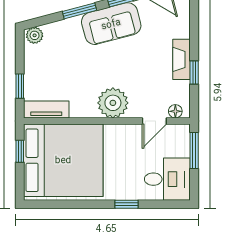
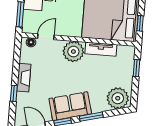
plant: (35, 35) -> (118, 98), width x1.87, depth x1.87
window: (194, 73) -> (14, 93), moved
tv unit: (46, 109) -> (101, 49), moved

